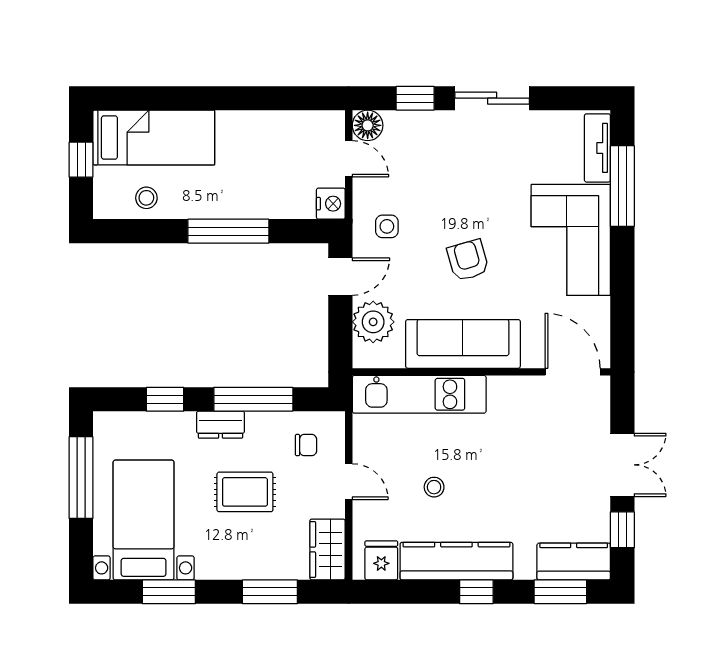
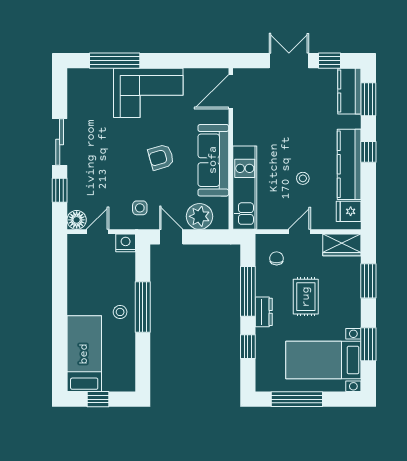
tv unit: (597, 148) -> (91, 76), removed
stool: (146, 198) -> (120, 312), moved

